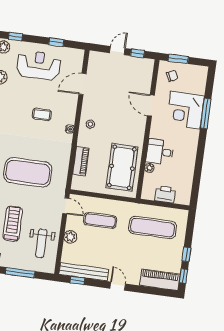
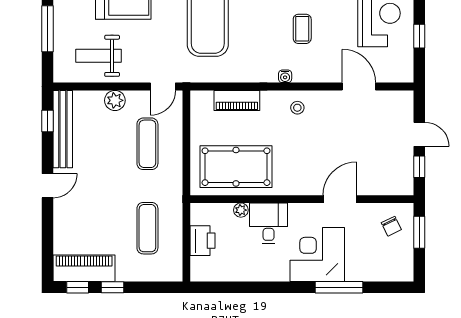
corner desk: (185, 110) -> (317, 255), moved
exercise mat: (153, 228) -> (147, 228), width x0.73, depth x0.69
piano: (160, 280) -> (84, 268), moved, turned -90

